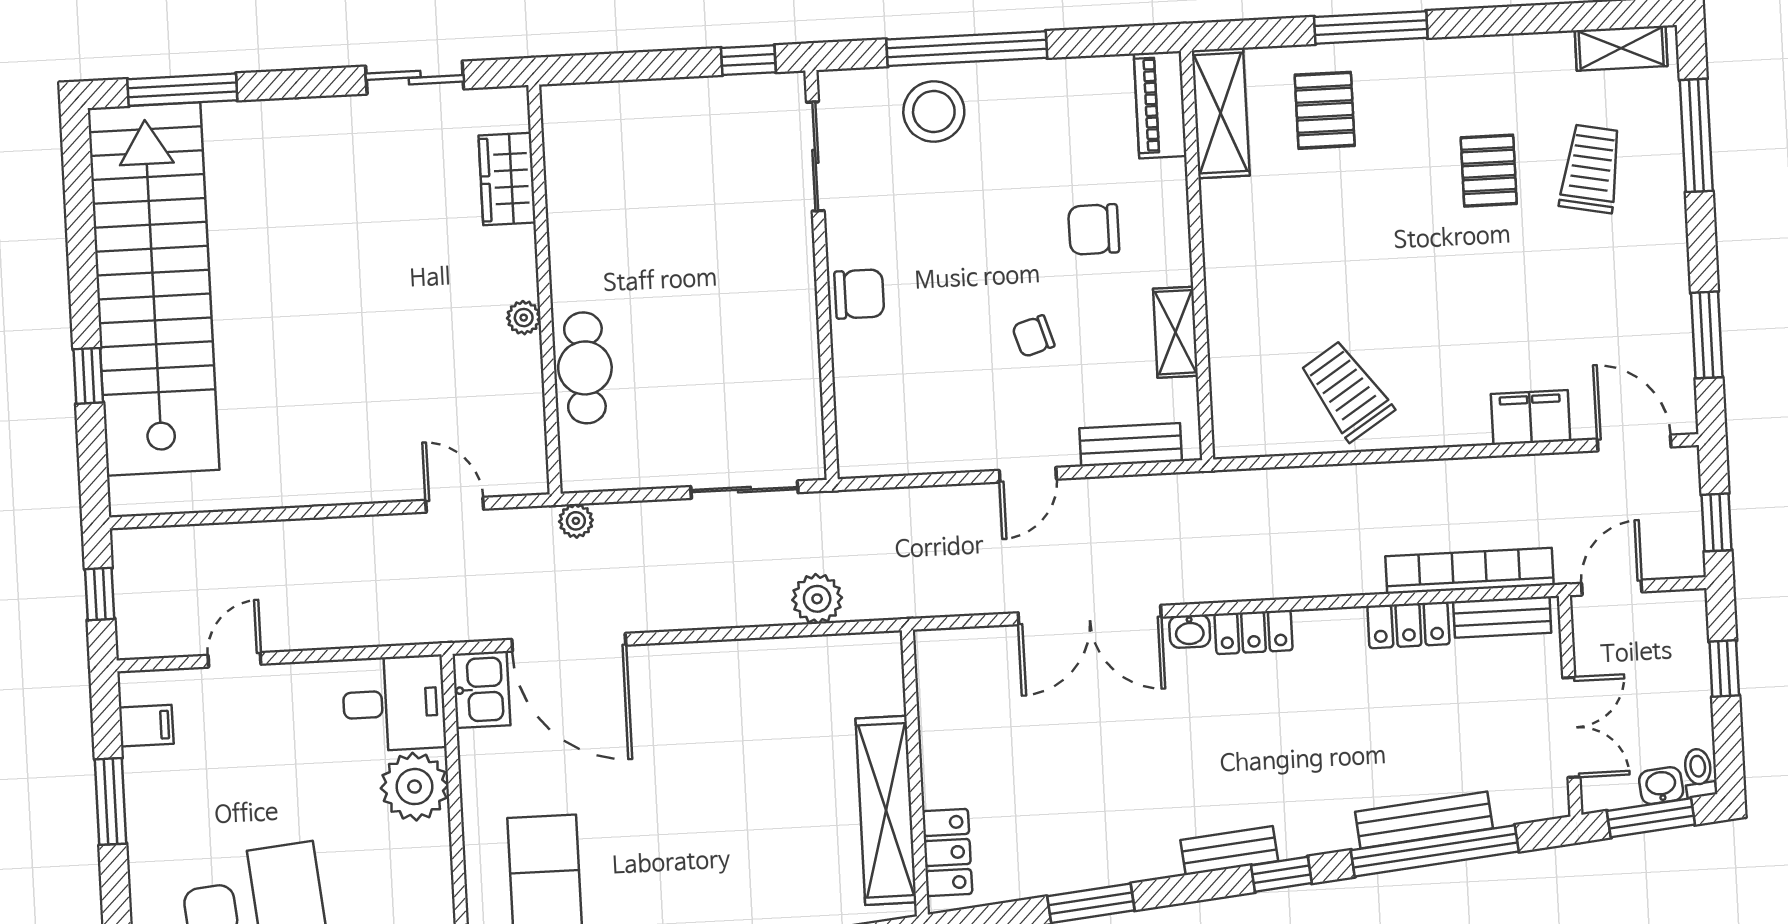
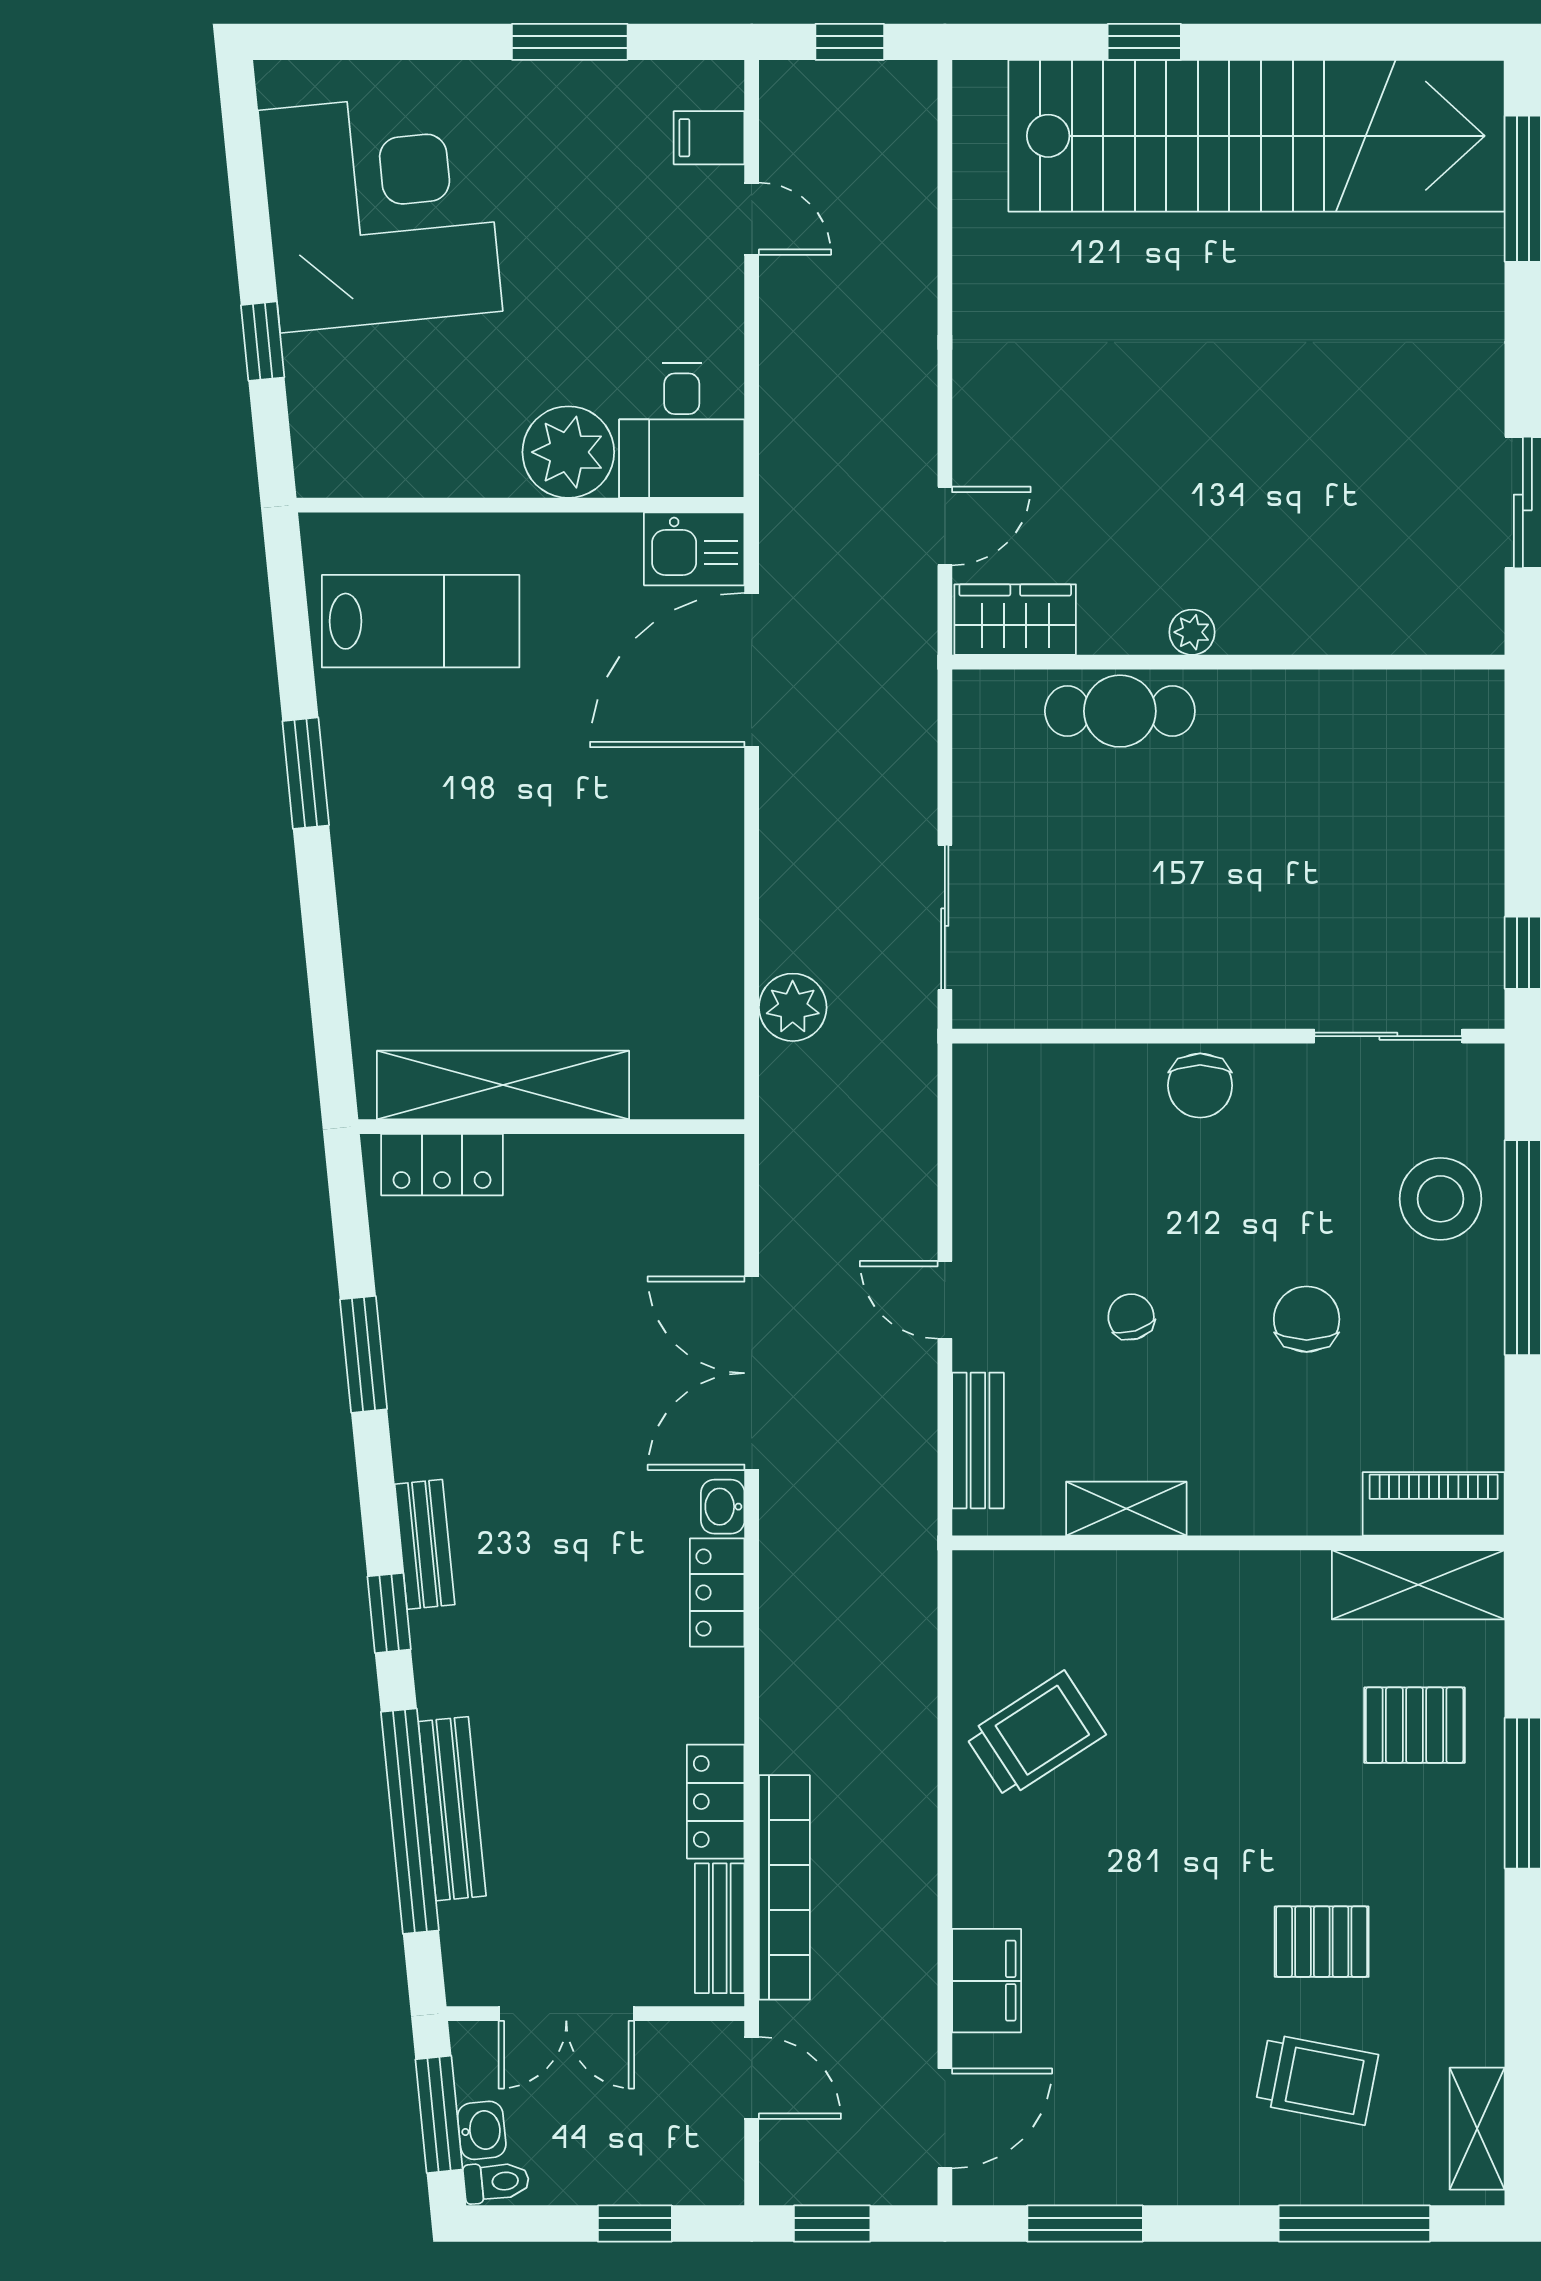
wardrobe: (507, 179) -> (1015, 620), moved
chair: (1094, 229) -> (1307, 1319), moved
plant: (576, 521) -> (915, 688), removed
filing cabinet: (146, 726) -> (709, 138), moved, turned 90

